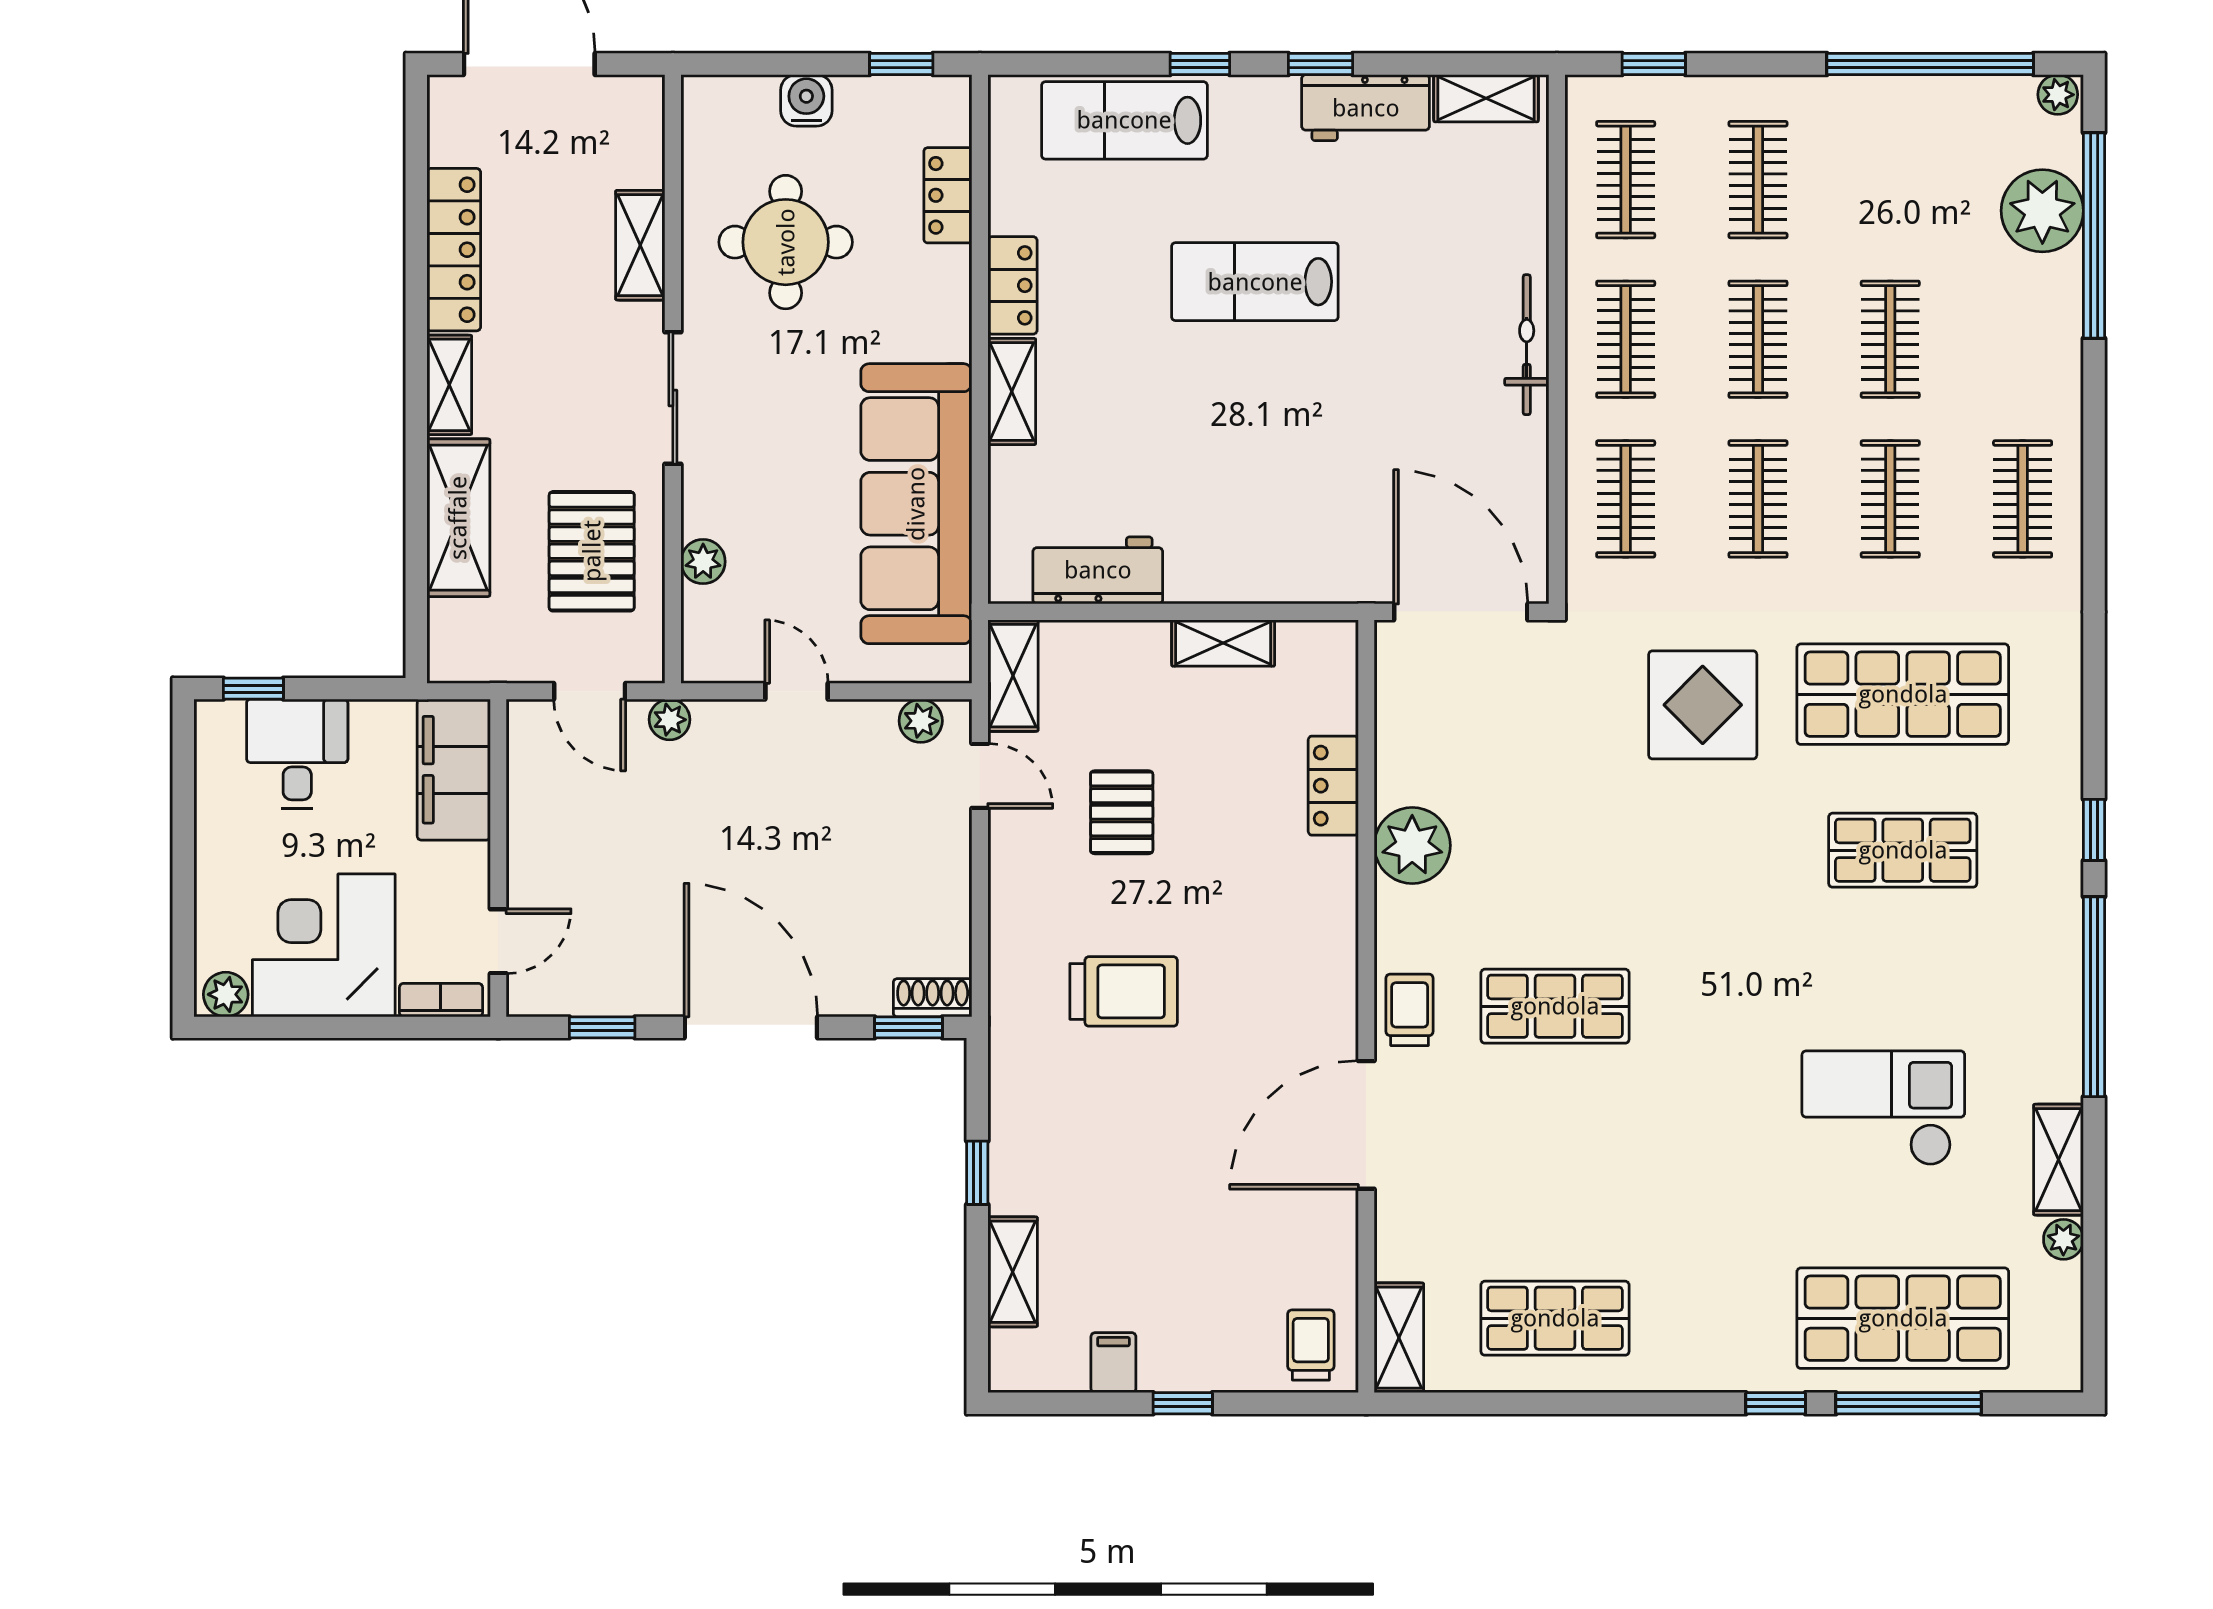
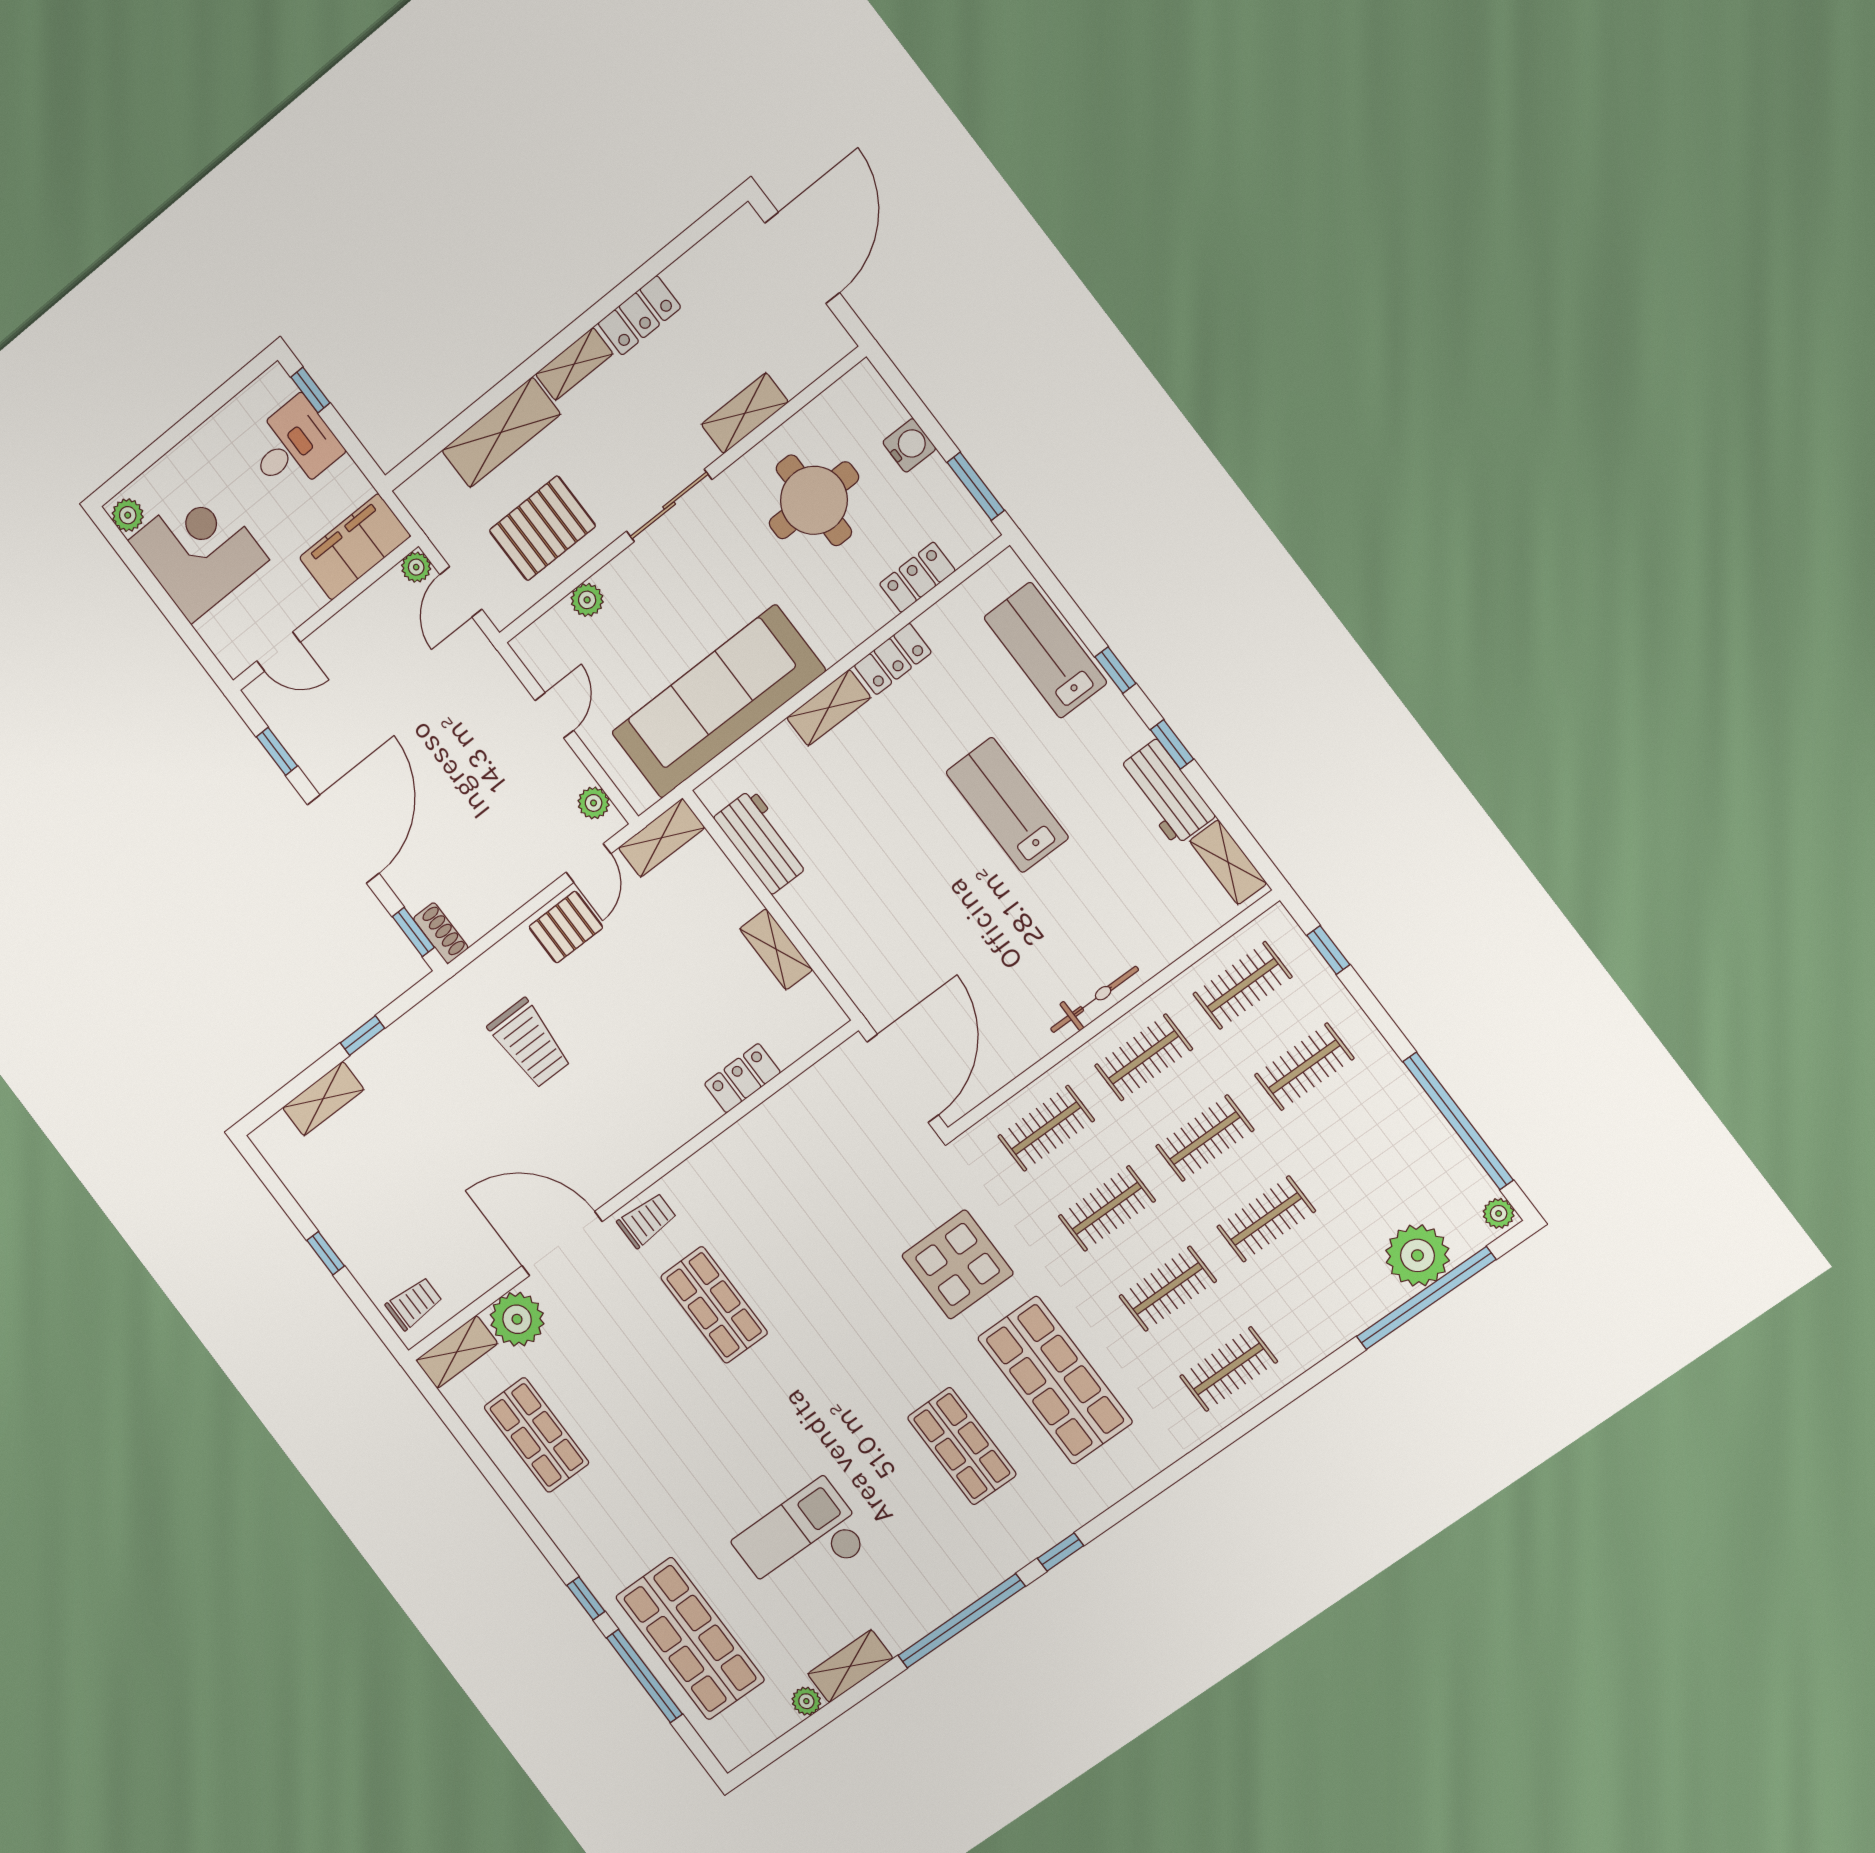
window: (901, 64) -> (976, 486), width x1.50
locker: (454, 250) -> (639, 315), width x0.66
plant: (670, 720) -> (416, 567), moved
pallet: (1122, 812) -> (566, 927), moved
plant: (1412, 845) -> (517, 1319), moved
bookcase: (441, 1000) -> (220, 644), removed
checkout: (1883, 1108) -> (802, 1542), turned -90
filing cabinet: (1113, 1363) -> (317, 1196), removed

